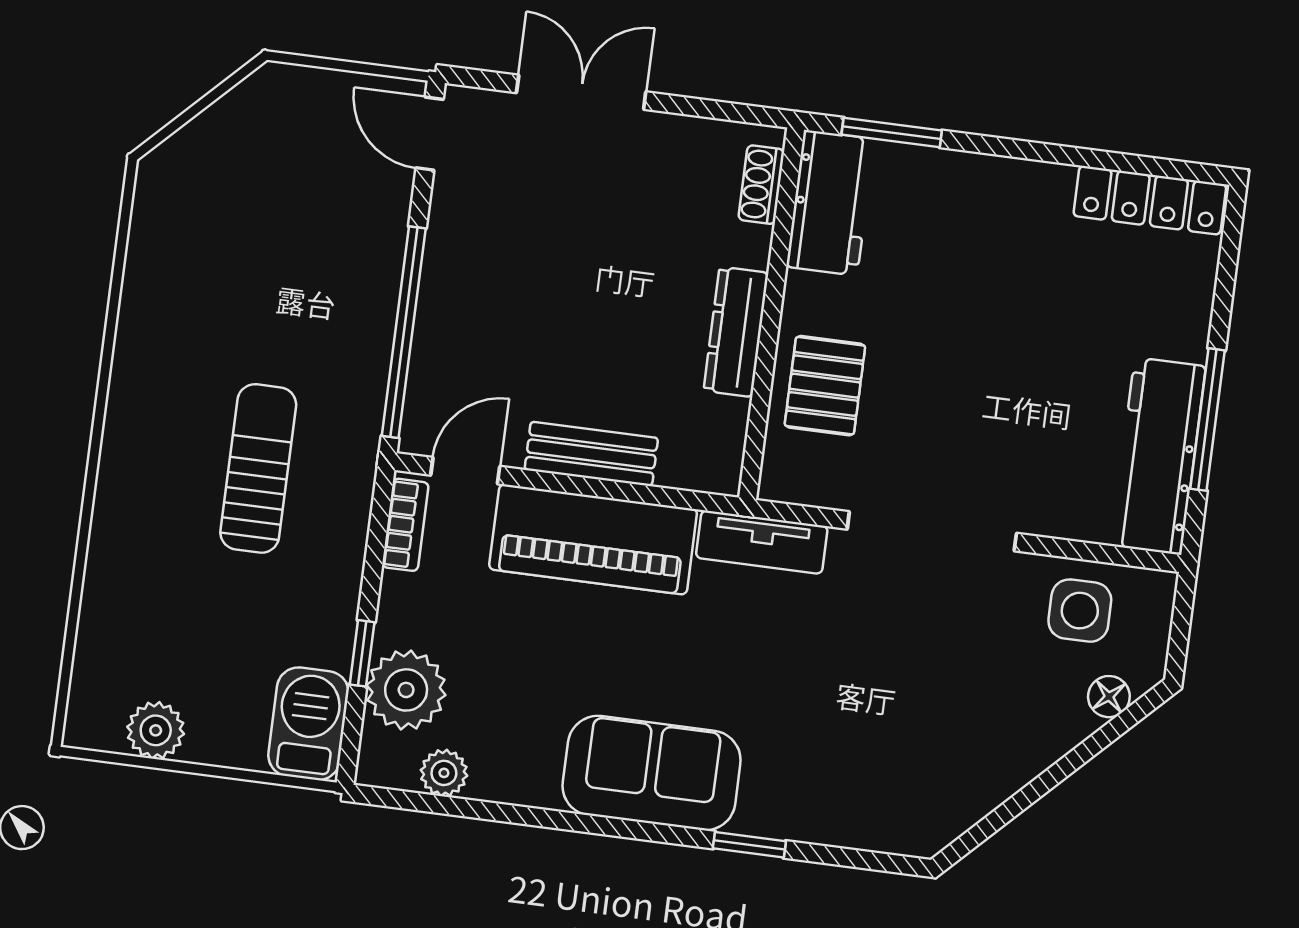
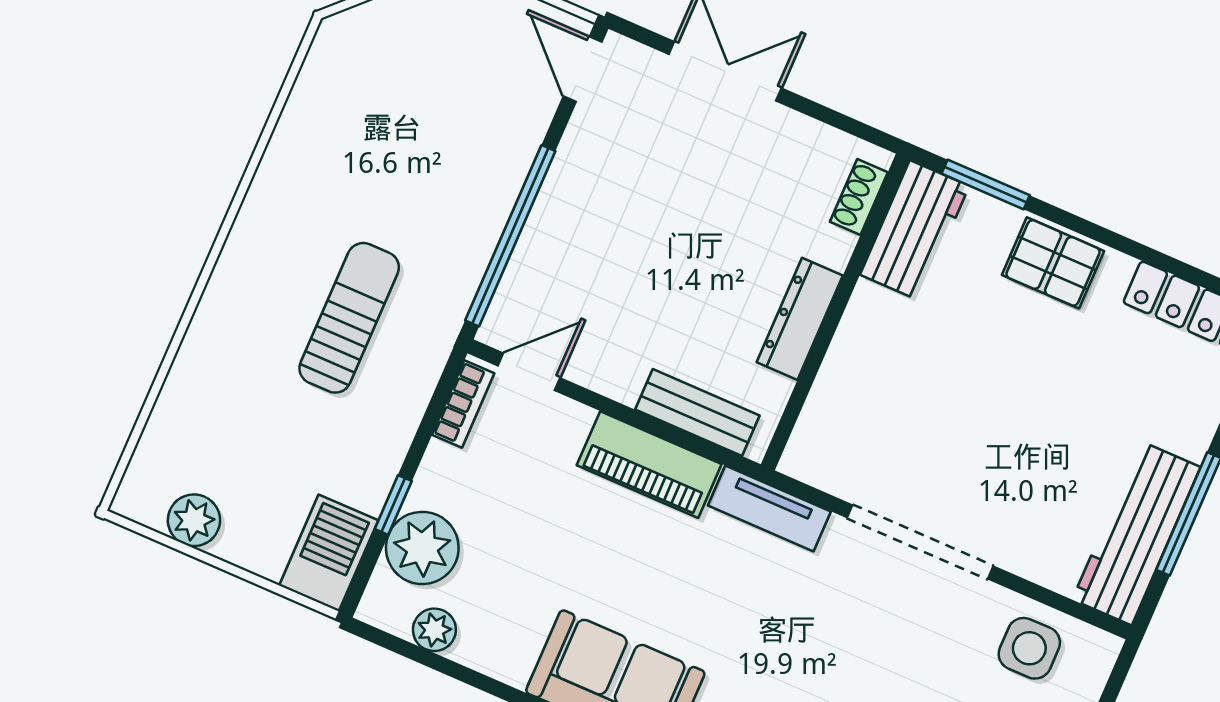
pallet: (825, 386) -> (1053, 263), moved, turned 90
bench: (591, 454) -> (697, 413), moved
piano: (593, 539) -> (649, 465), width x0.73, depth x0.75

